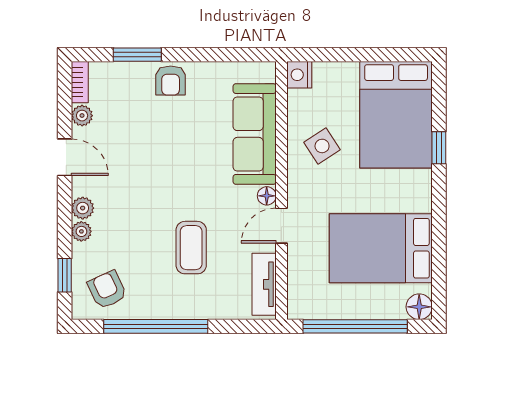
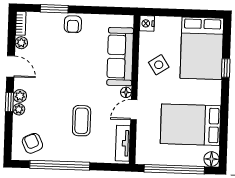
window: (65, 275) -> (9, 102), moved

